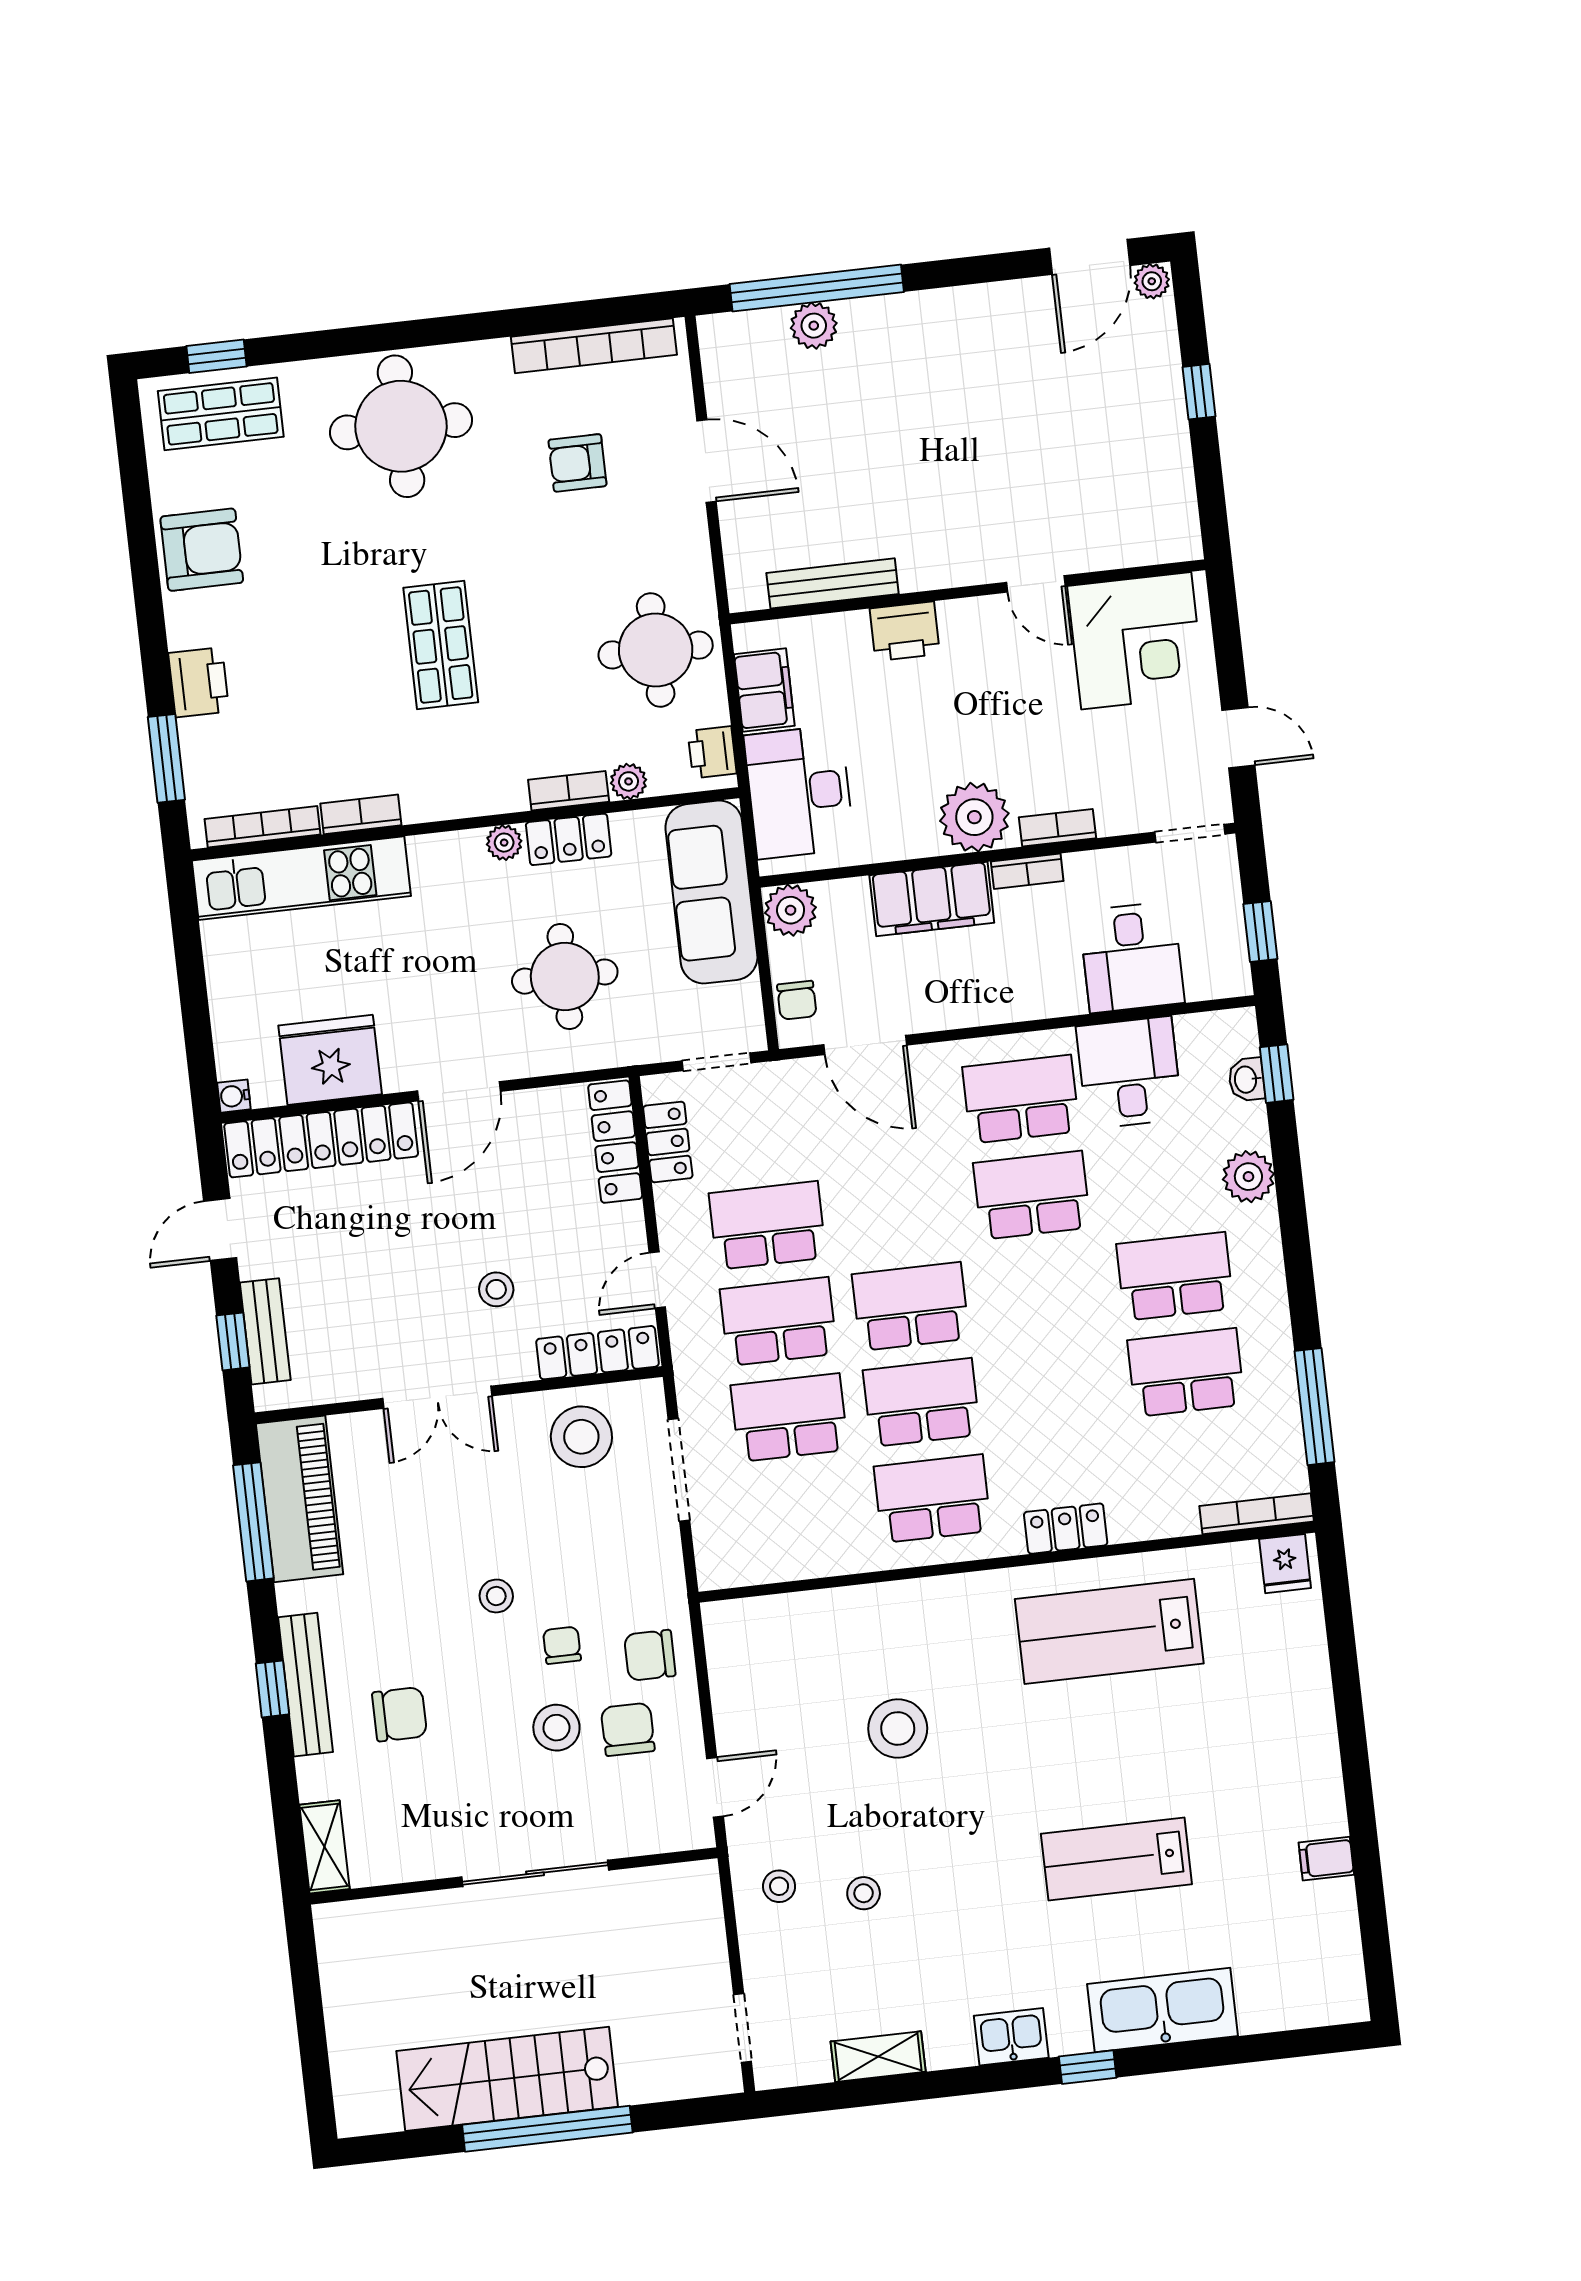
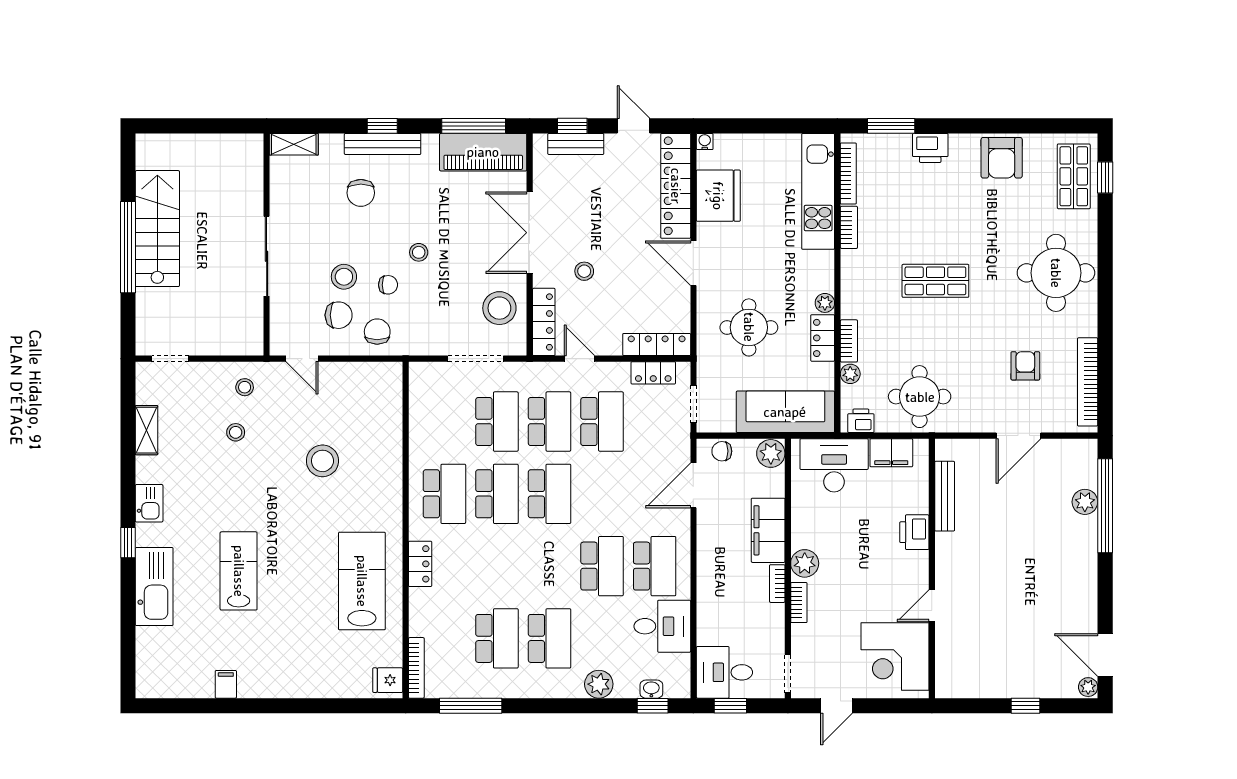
plant: (974, 817) -> (805, 563), width x0.73, depth x0.73
desk: (1132, 957) -> (724, 672), moved
double door: (437, 1397) -> (530, 233), width x1.37

